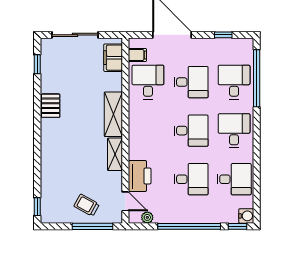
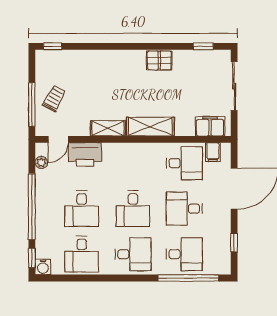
desk: (191, 82) -> (184, 209), turned 90

